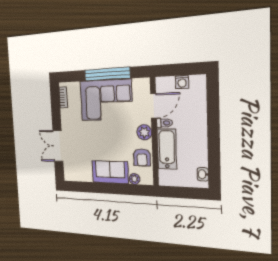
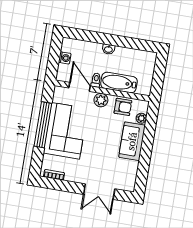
washbasin: (203, 174) -> (108, 49), moved

